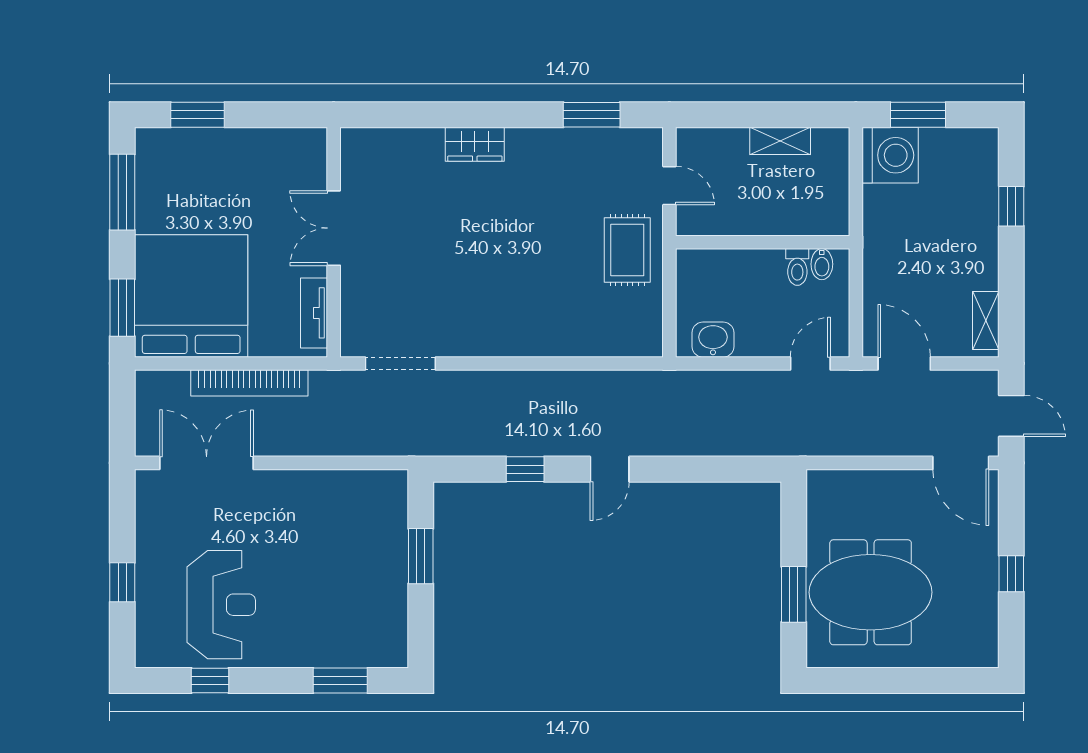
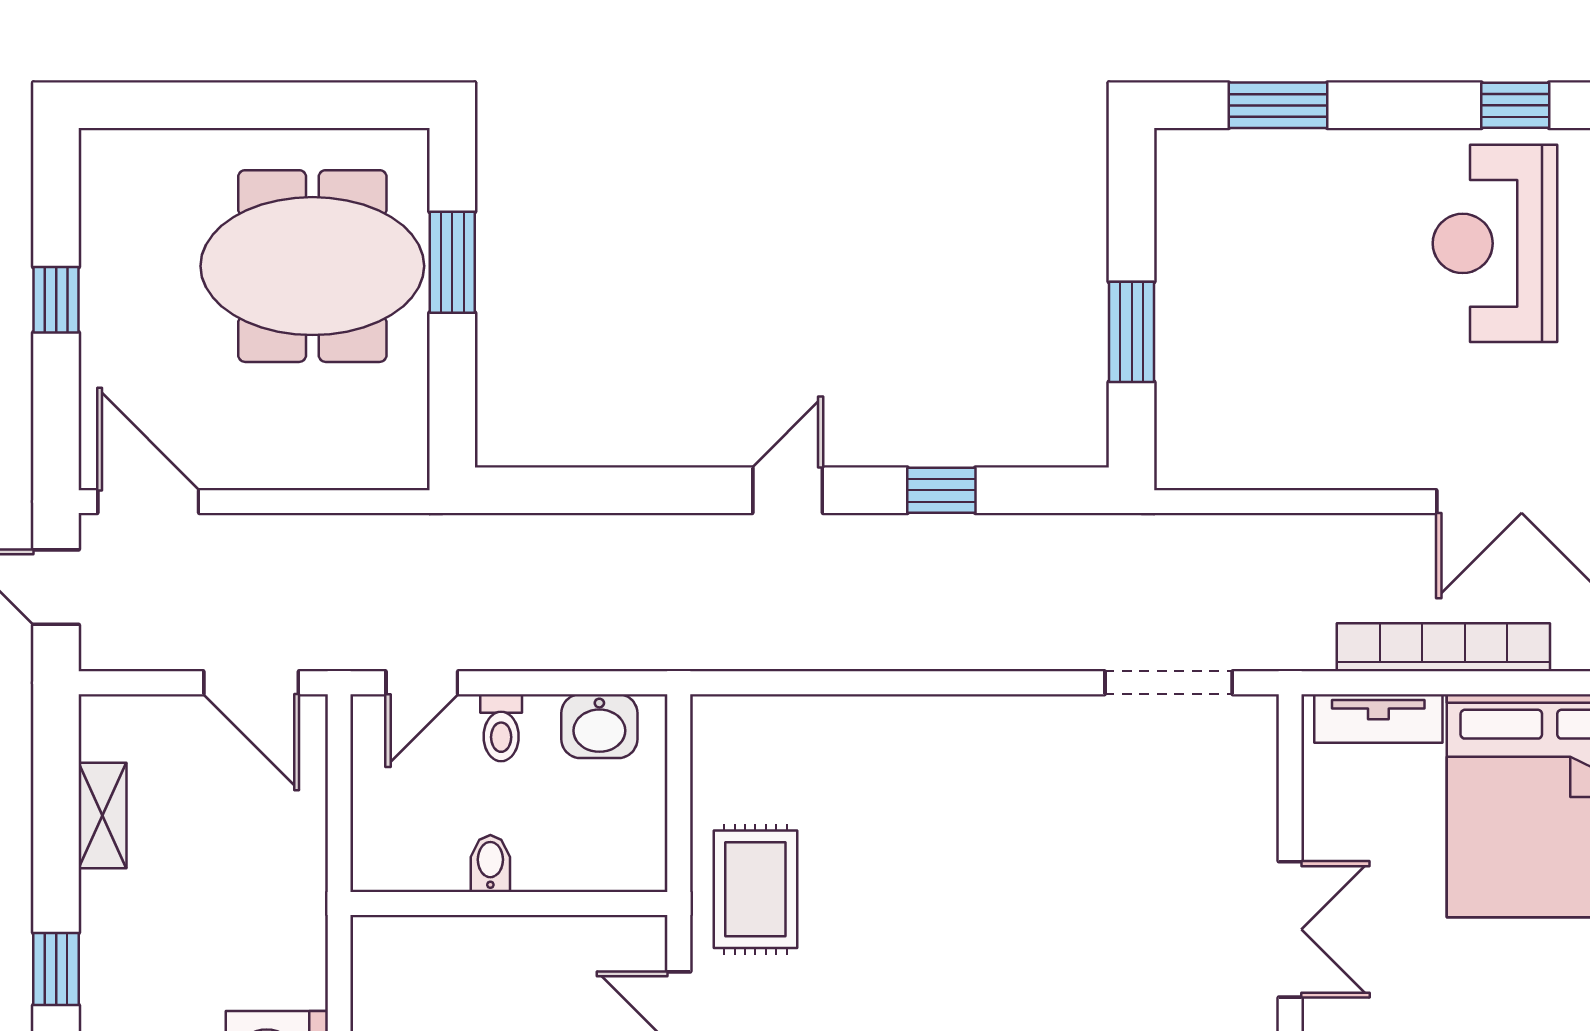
bidet: (822, 264) -> (490, 864), moved
toilet: (797, 267) -> (501, 728), moved, turned 180
tv unit: (314, 313) -> (1378, 718), moved, turned 90
shelving: (986, 320) -> (103, 816), moved

